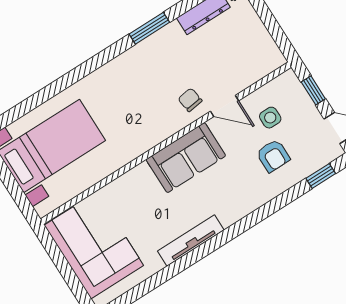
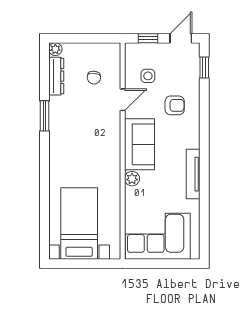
chair: (190, 100) -> (94, 78), moved, turned -76
armchair: (273, 156) -> (175, 105), moved
plant: (141, 174) -> (132, 179), added

